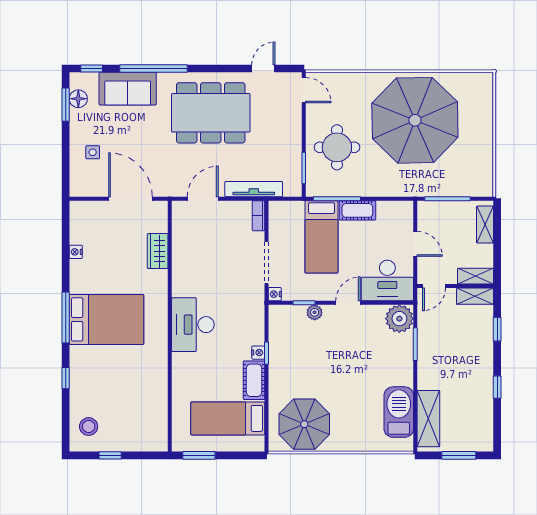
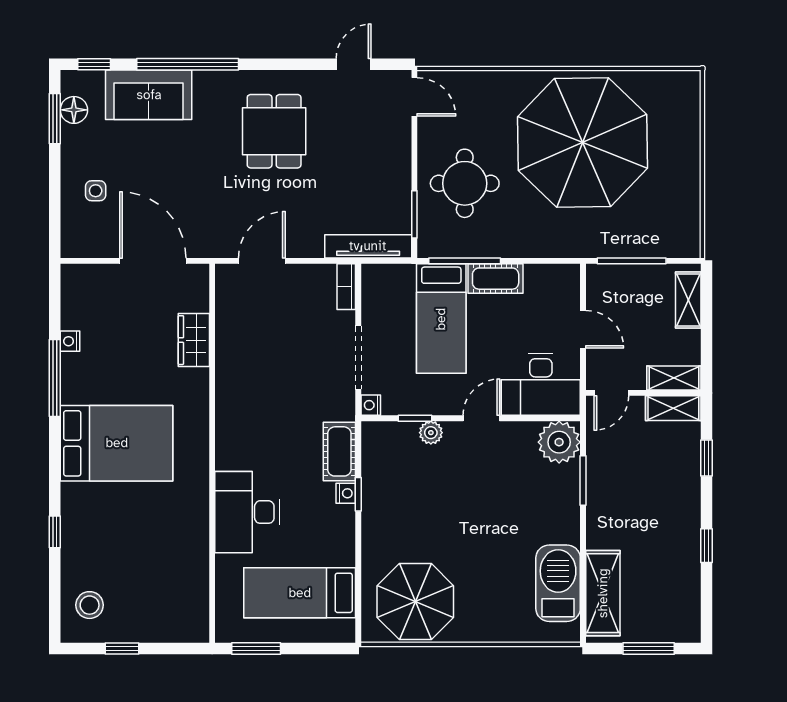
dining table: (211, 113) -> (274, 131), width x0.53, depth x0.80
tv unit: (254, 189) -> (368, 246), moved
window: (66, 318) -> (55, 378), moved
desk: (193, 325) -> (247, 512), moved
cot: (254, 380) -> (339, 451), moved

